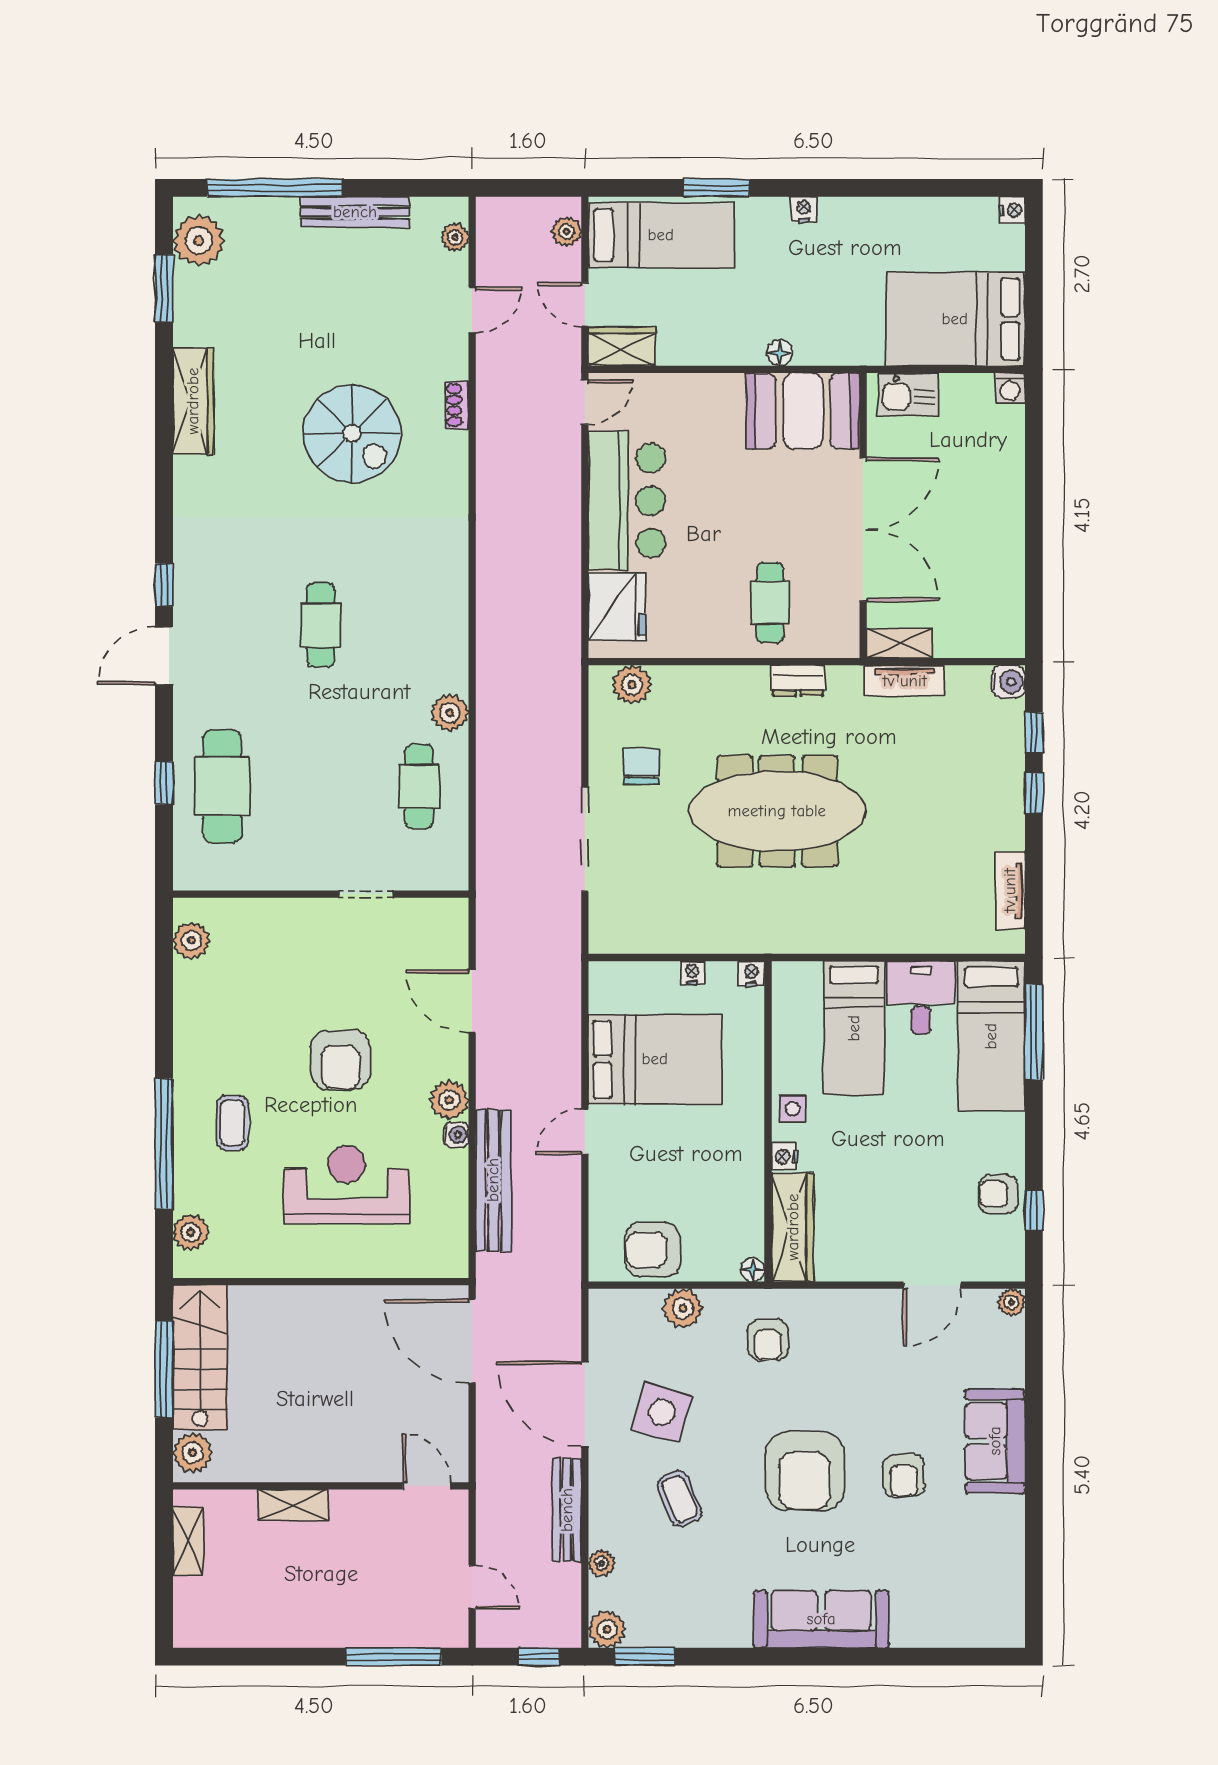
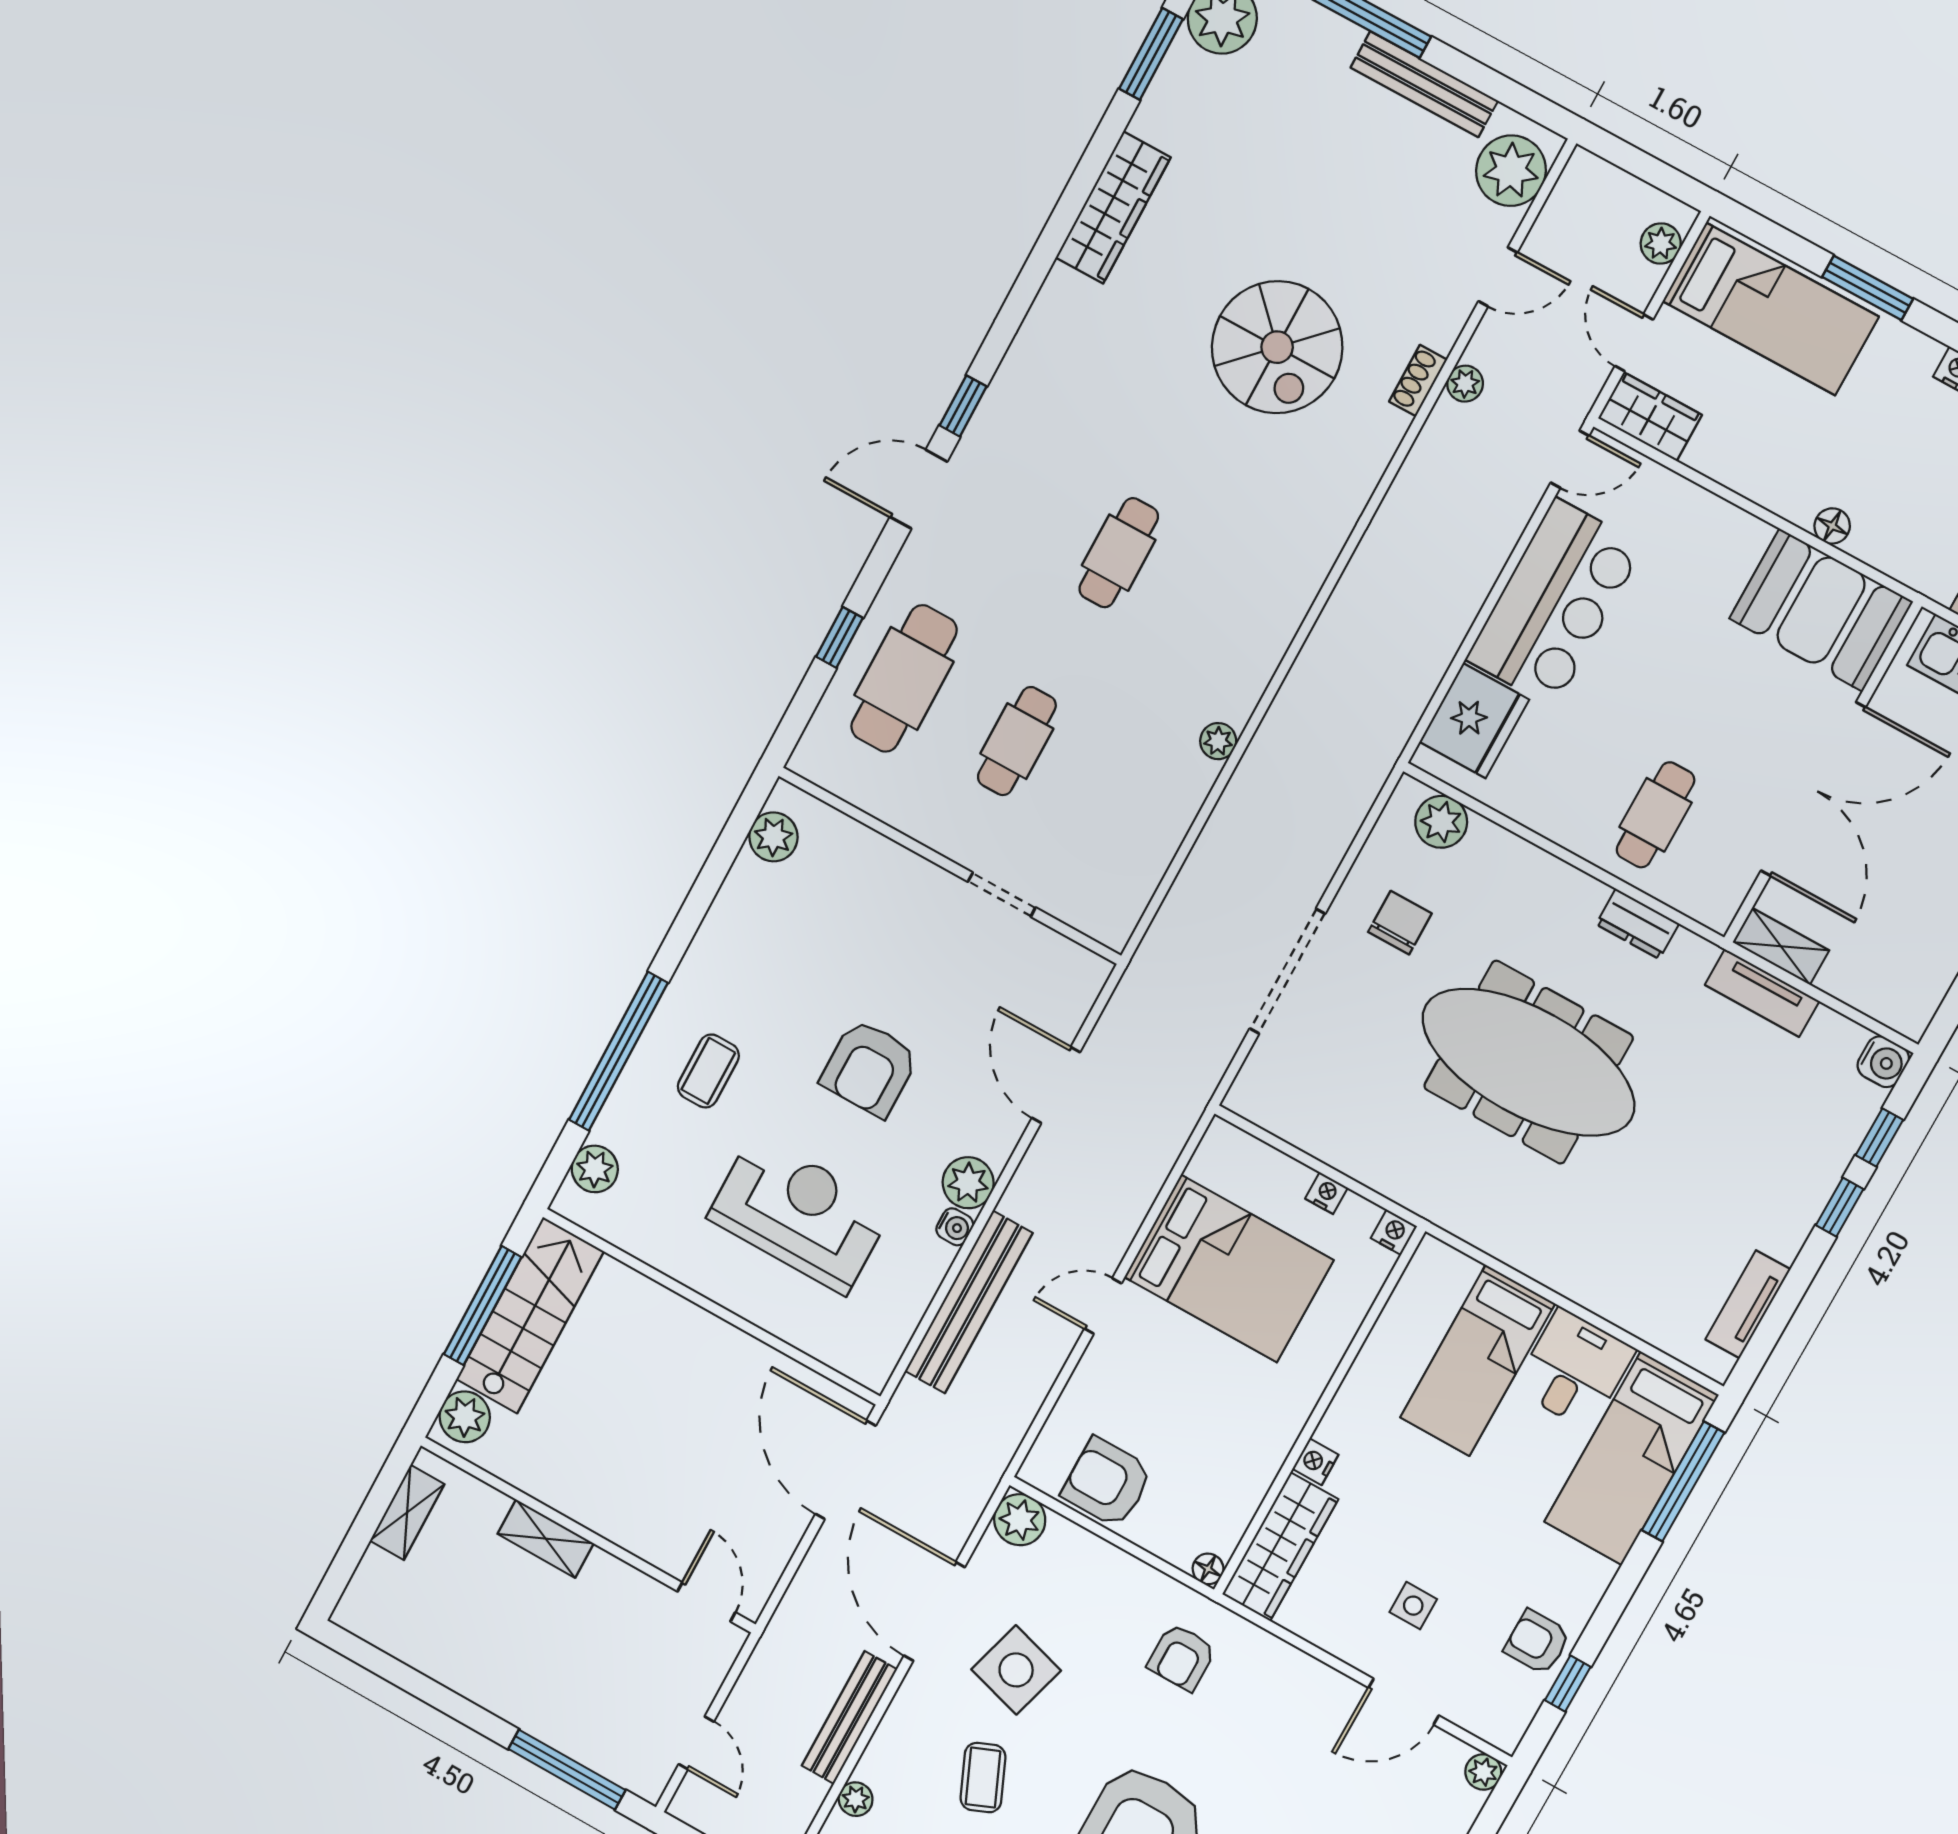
plant: (455, 237) -> (1511, 171), width x1.87, depth x1.87
plant: (489, 391) -> (1465, 384), added
plant: (450, 713) -> (1218, 741), width x0.73, depth x0.73
cafe table: (419, 786) -> (1017, 741), moved
side table: (792, 1109) -> (1413, 1606), moved
plant: (683, 1308) -> (1020, 1520), moved

